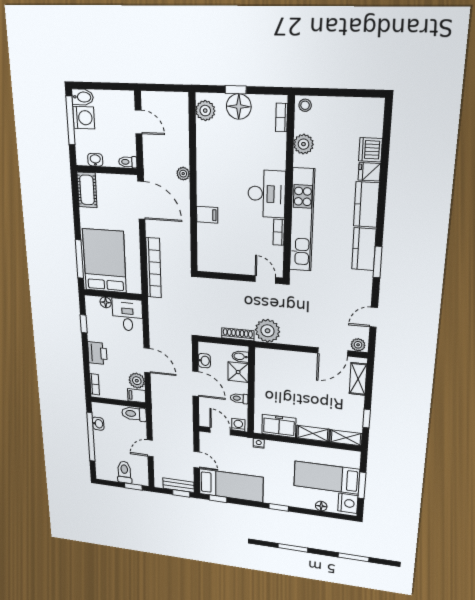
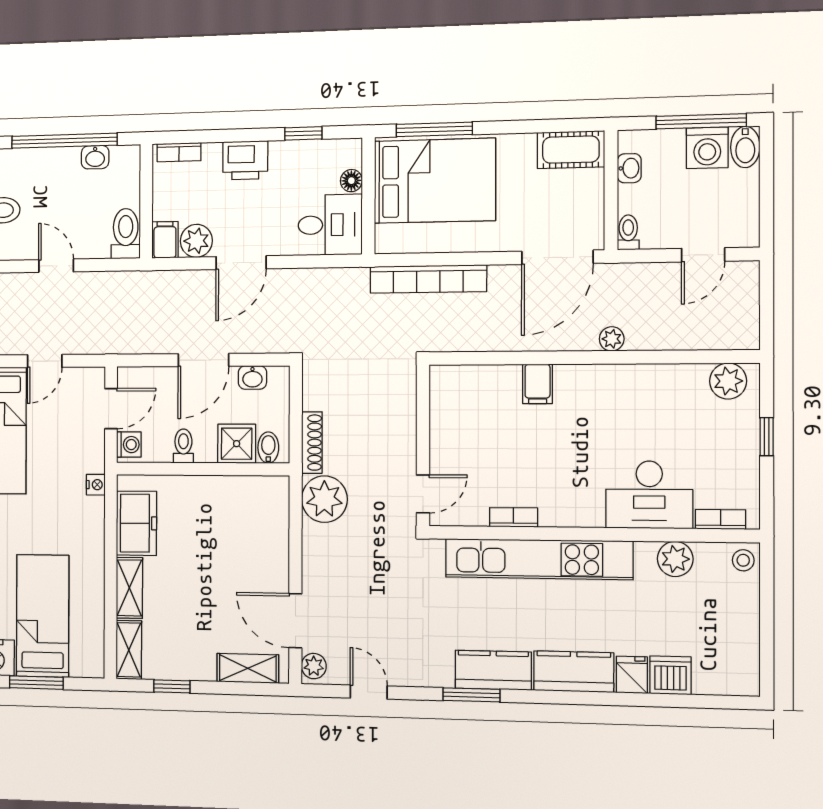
floor lamp: (239, 107) -> (737, 442), removed
desk: (267, 194) -> (649, 495), moved

